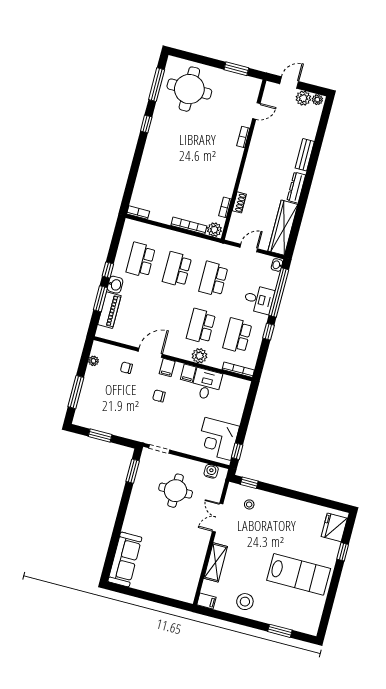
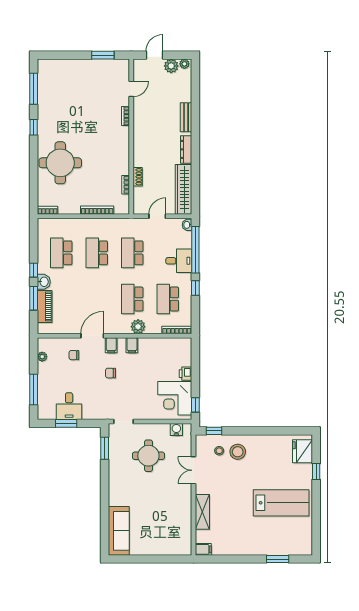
round table: (189, 89) -> (60, 163), moved
plant: (214, 230) -> (121, 208), removed
desk: (206, 384) -> (69, 406), moved, turned 180
printer: (235, 417) -> (185, 374), added
stool: (245, 602) -> (238, 452), moved

